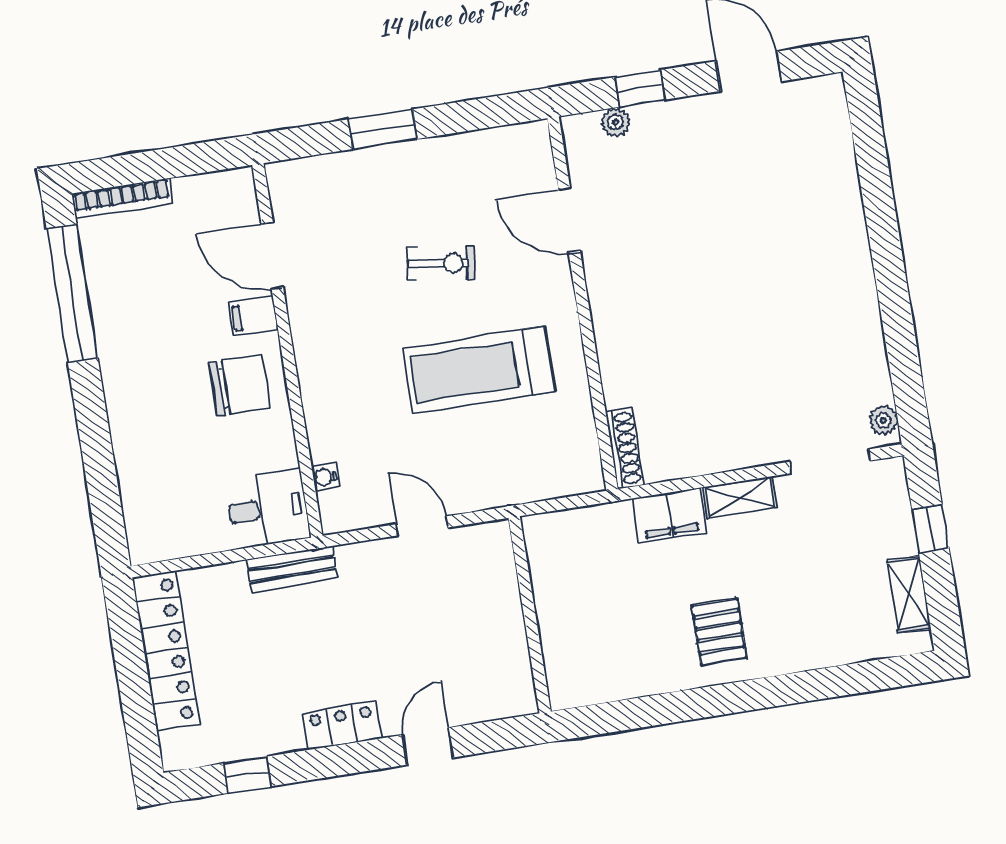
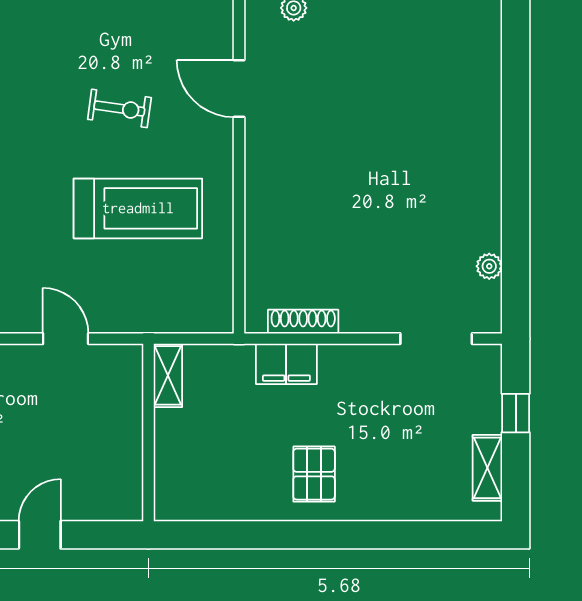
treadmill: (479, 370) -> (138, 208), turned 180
plant: (883, 420) -> (489, 266), moved
shoe rack: (625, 448) -> (303, 322), moved, turned -90
shelving: (740, 497) -> (168, 375), moved, turned 90

